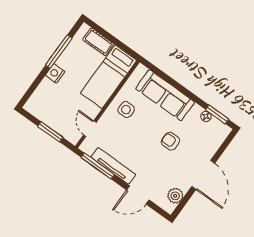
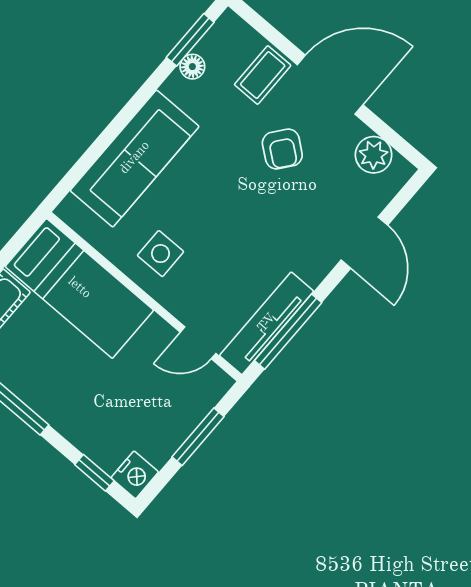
nightstand: (55, 73) -> (135, 475), moved, turned -90
window: (31, 89) -> (94, 473), added
armchair: (170, 141) -> (282, 149), moved, turned -52
coffee table: (205, 146) -> (263, 75), added
tv unit: (113, 166) -> (267, 323), moved

